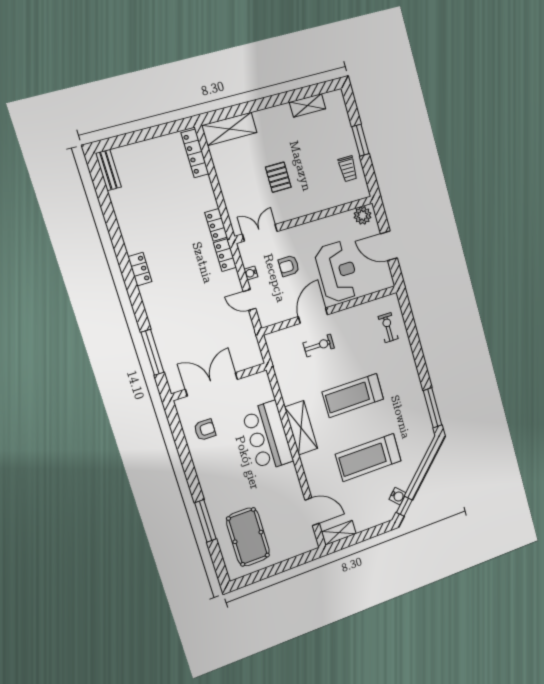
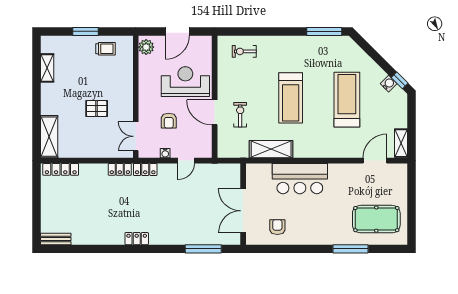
shelving: (301, 428) -> (271, 149), moved
treadmill: (368, 458) -> (347, 100), turned 180

